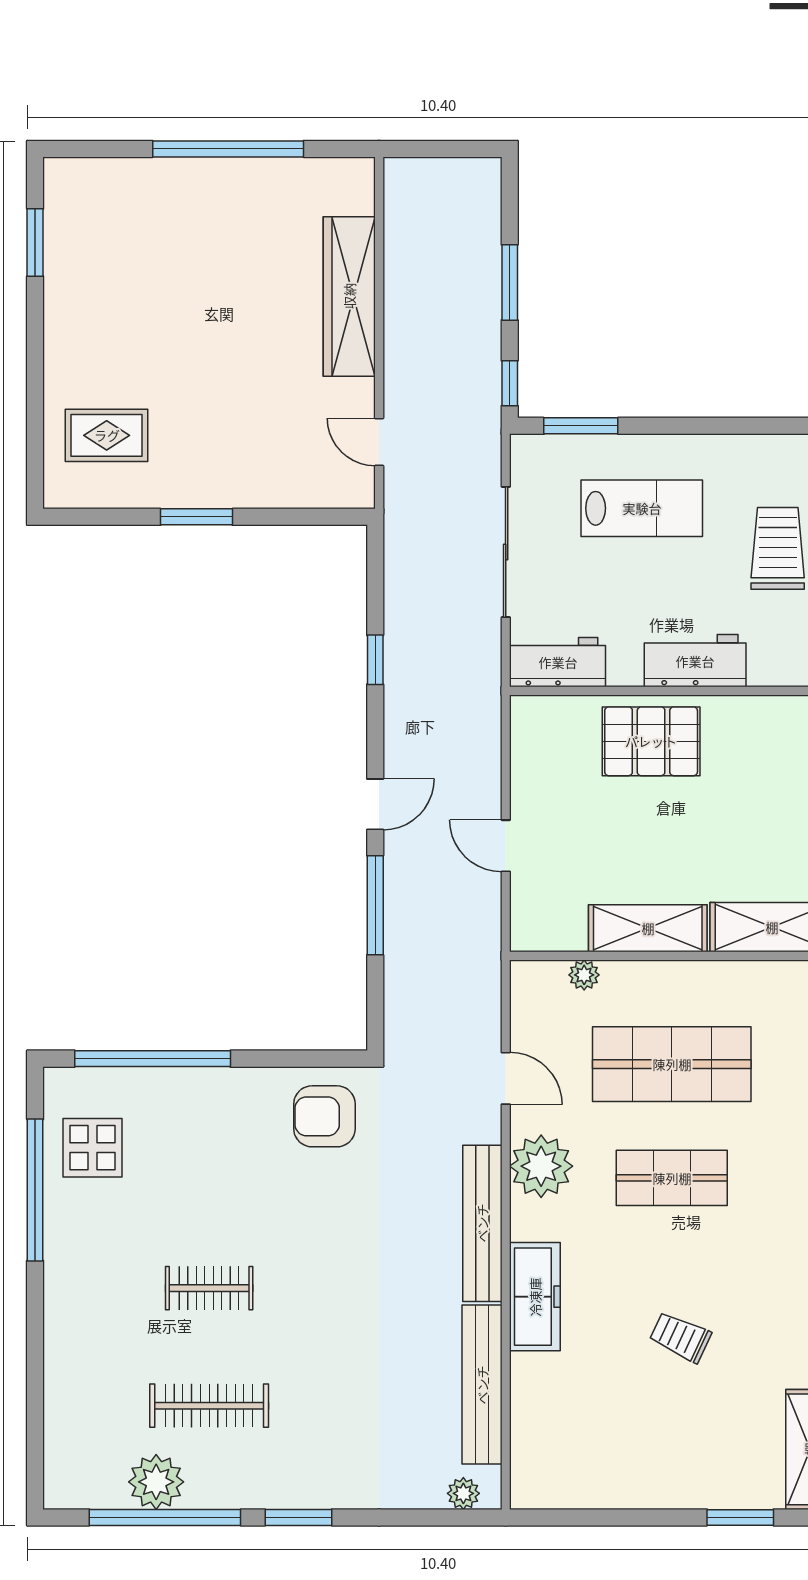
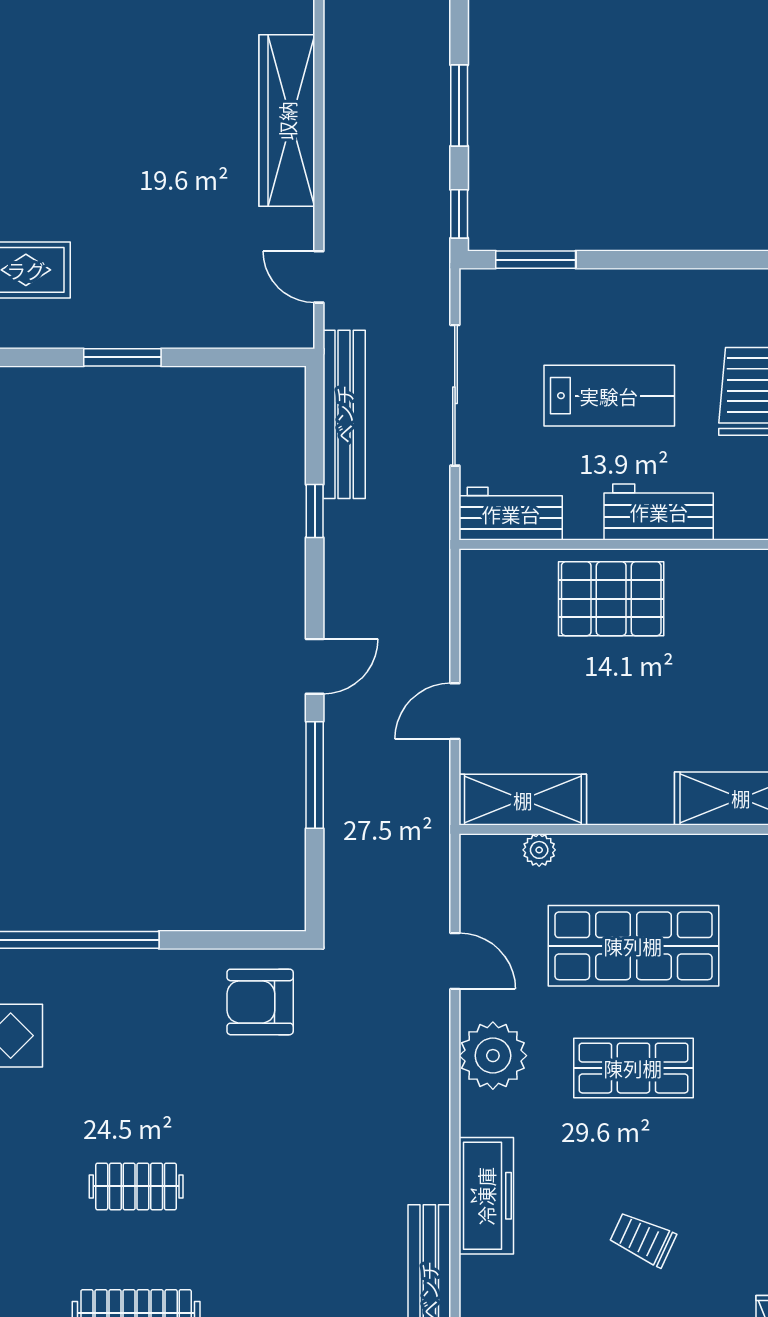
lab bench: (642, 508) -> (609, 396), moved
door: (506, 846) -> (455, 711), hinge flipped
shelving: (648, 928) -> (523, 800), moved
bench: (482, 1223) -> (344, 414), moved

